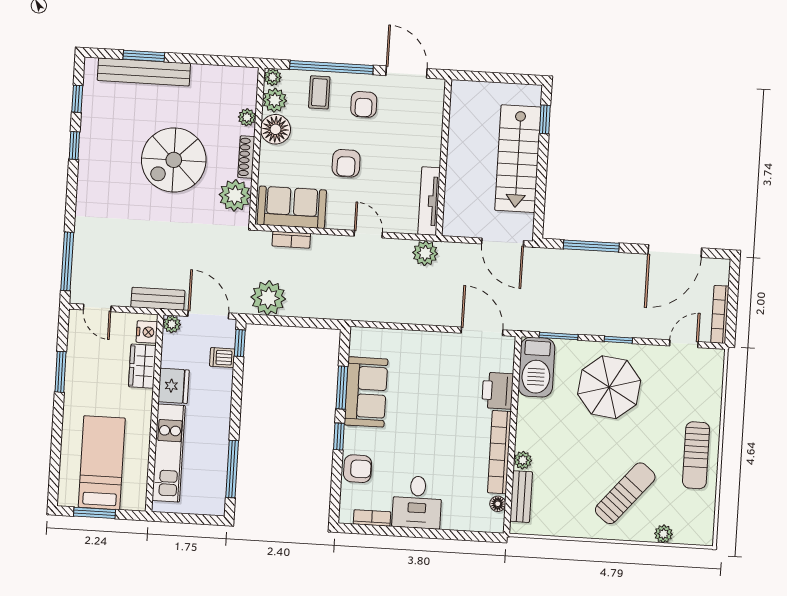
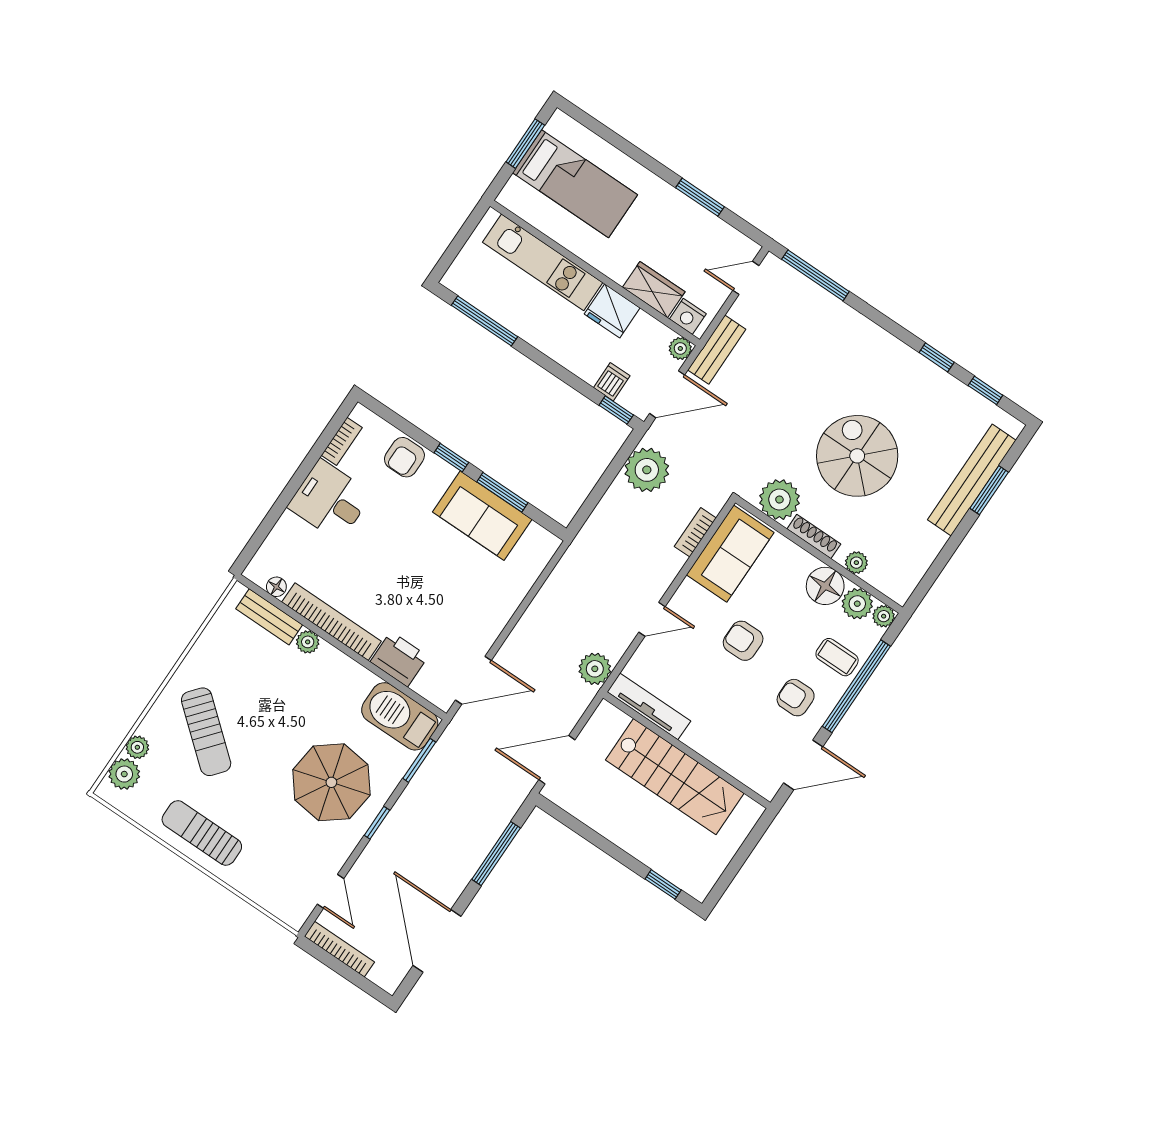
stairs: (518, 159) -> (675, 777), moved, turned 180
plant: (687, 532) -> (124, 774), added

